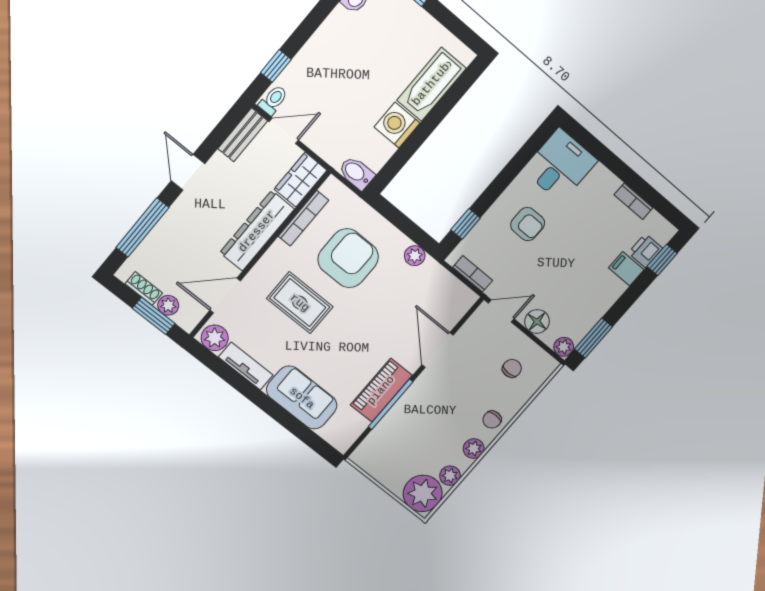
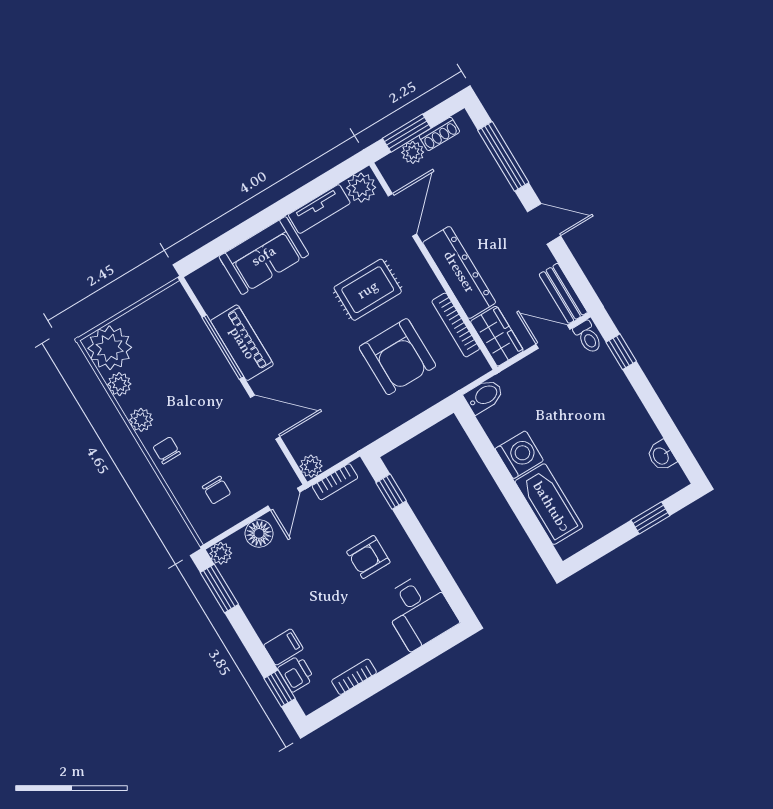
door: (284, 131) -> (553, 337), swing flipped
plant: (415, 256) -> (311, 466), moved

